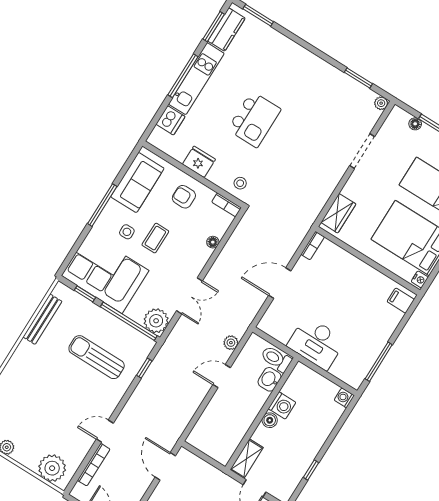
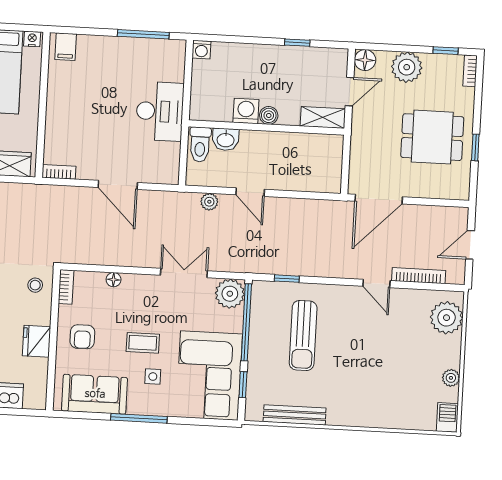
door: (165, 466) -> (379, 199), width x1.36

